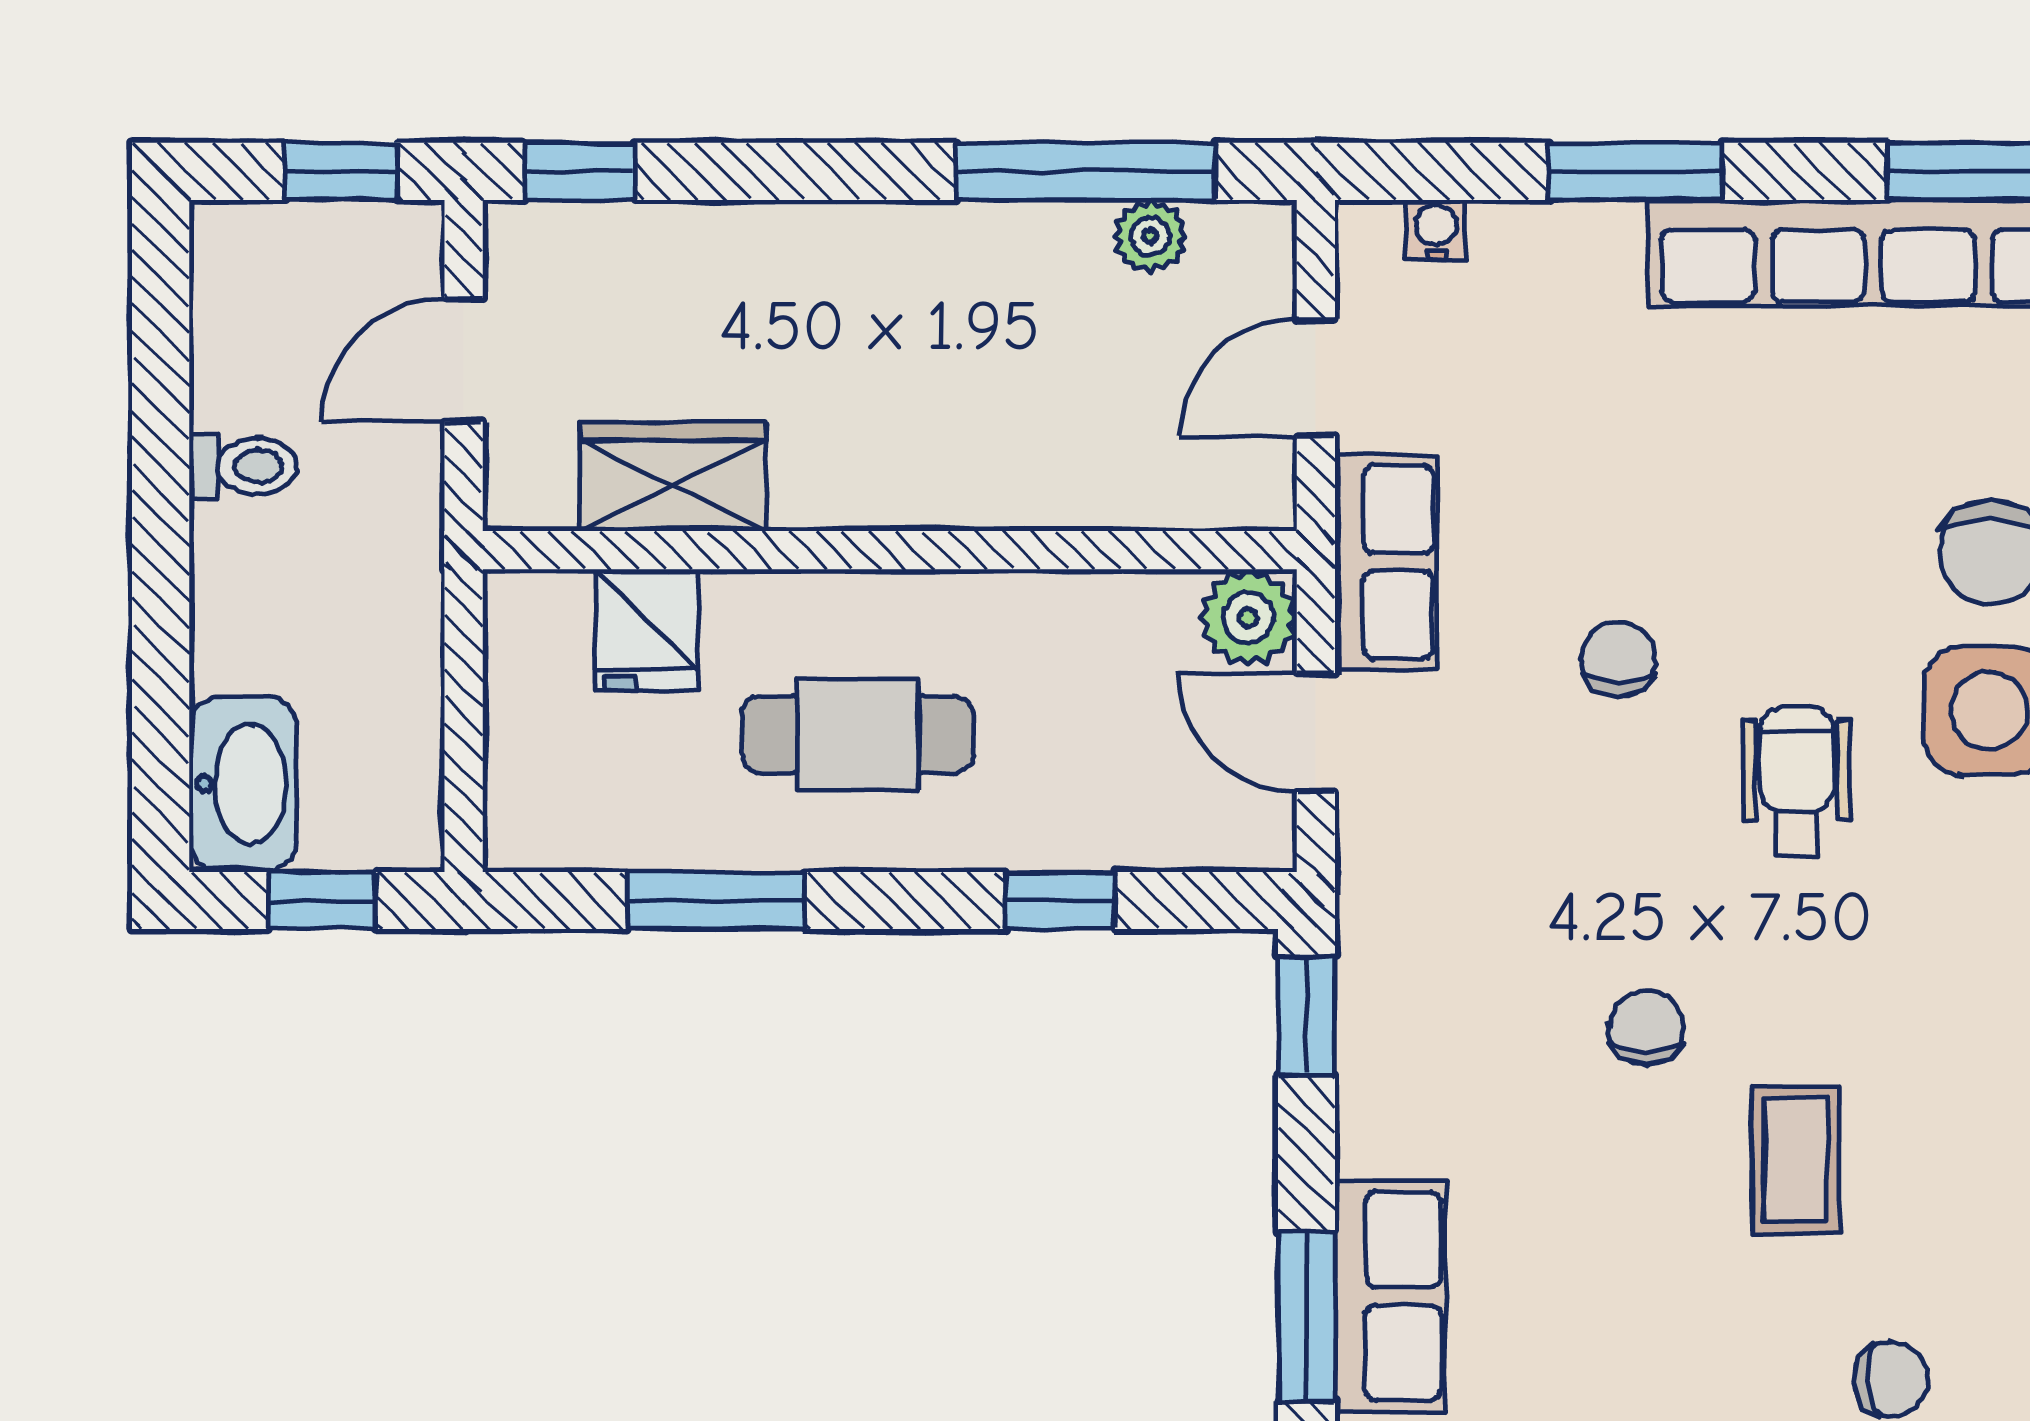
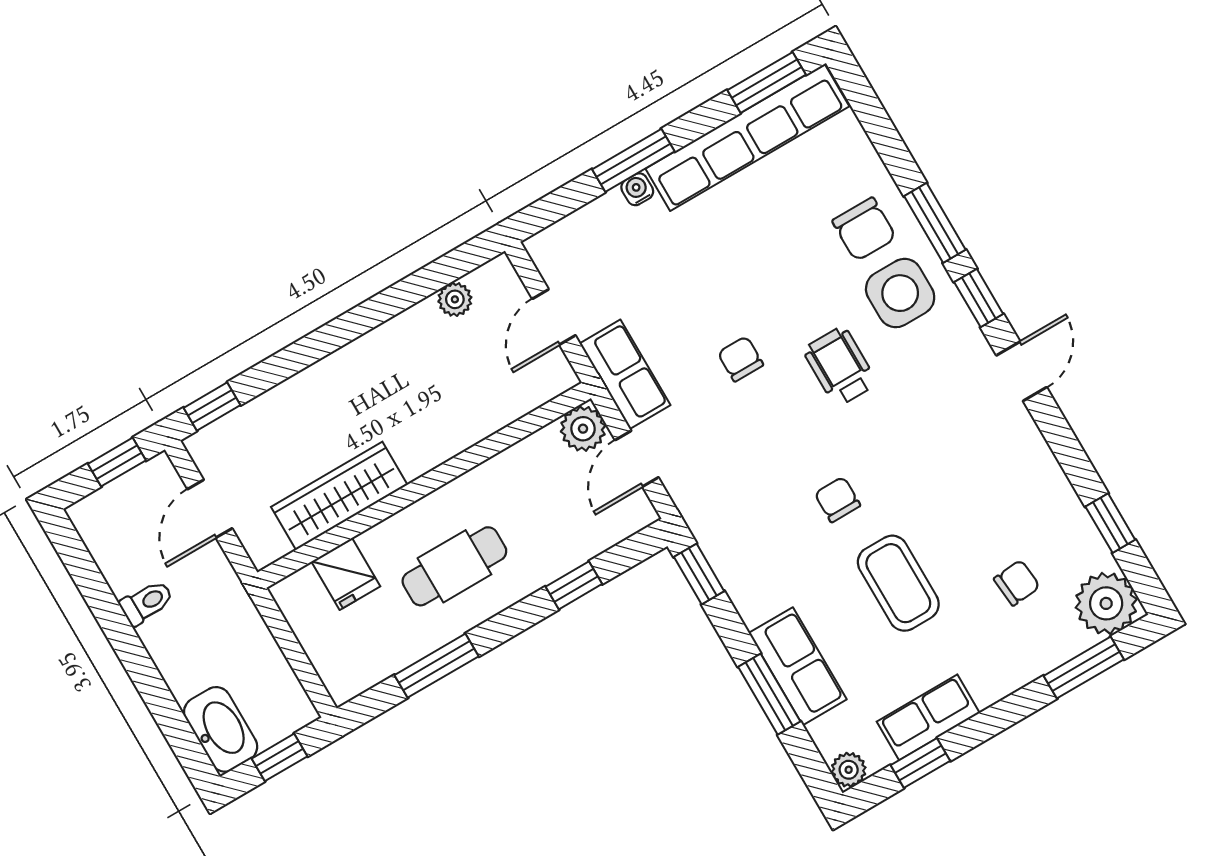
window: (1086, 171) -> (414, 288), removed
water cooler: (1436, 230) -> (637, 189), moved
wardrobe: (673, 477) -> (339, 496), width x1.50
door: (1316, 733) -> (637, 459), hinge flipped
coffee table: (1796, 1160) -> (898, 583), moved, width x1.36, depth x1.30

